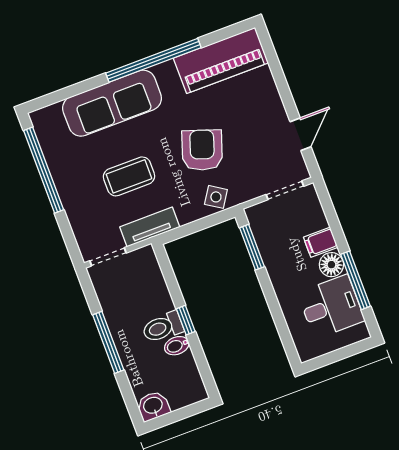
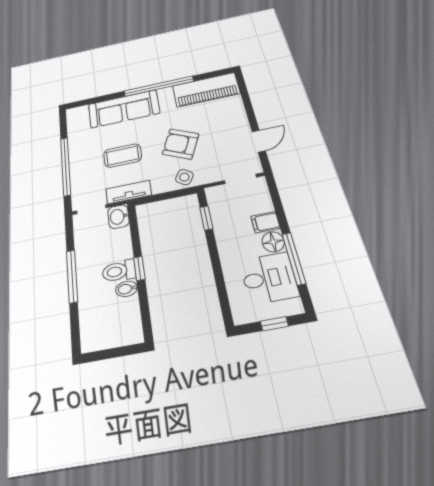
armchair: (202, 150) -> (181, 144), turned -84
window: (44, 170) -> (66, 166), moved
window: (252, 247) -> (206, 218), width x0.67
window: (342, 354) -> (274, 324), added
washbasin: (153, 406) -> (118, 217), moved, turned -90

